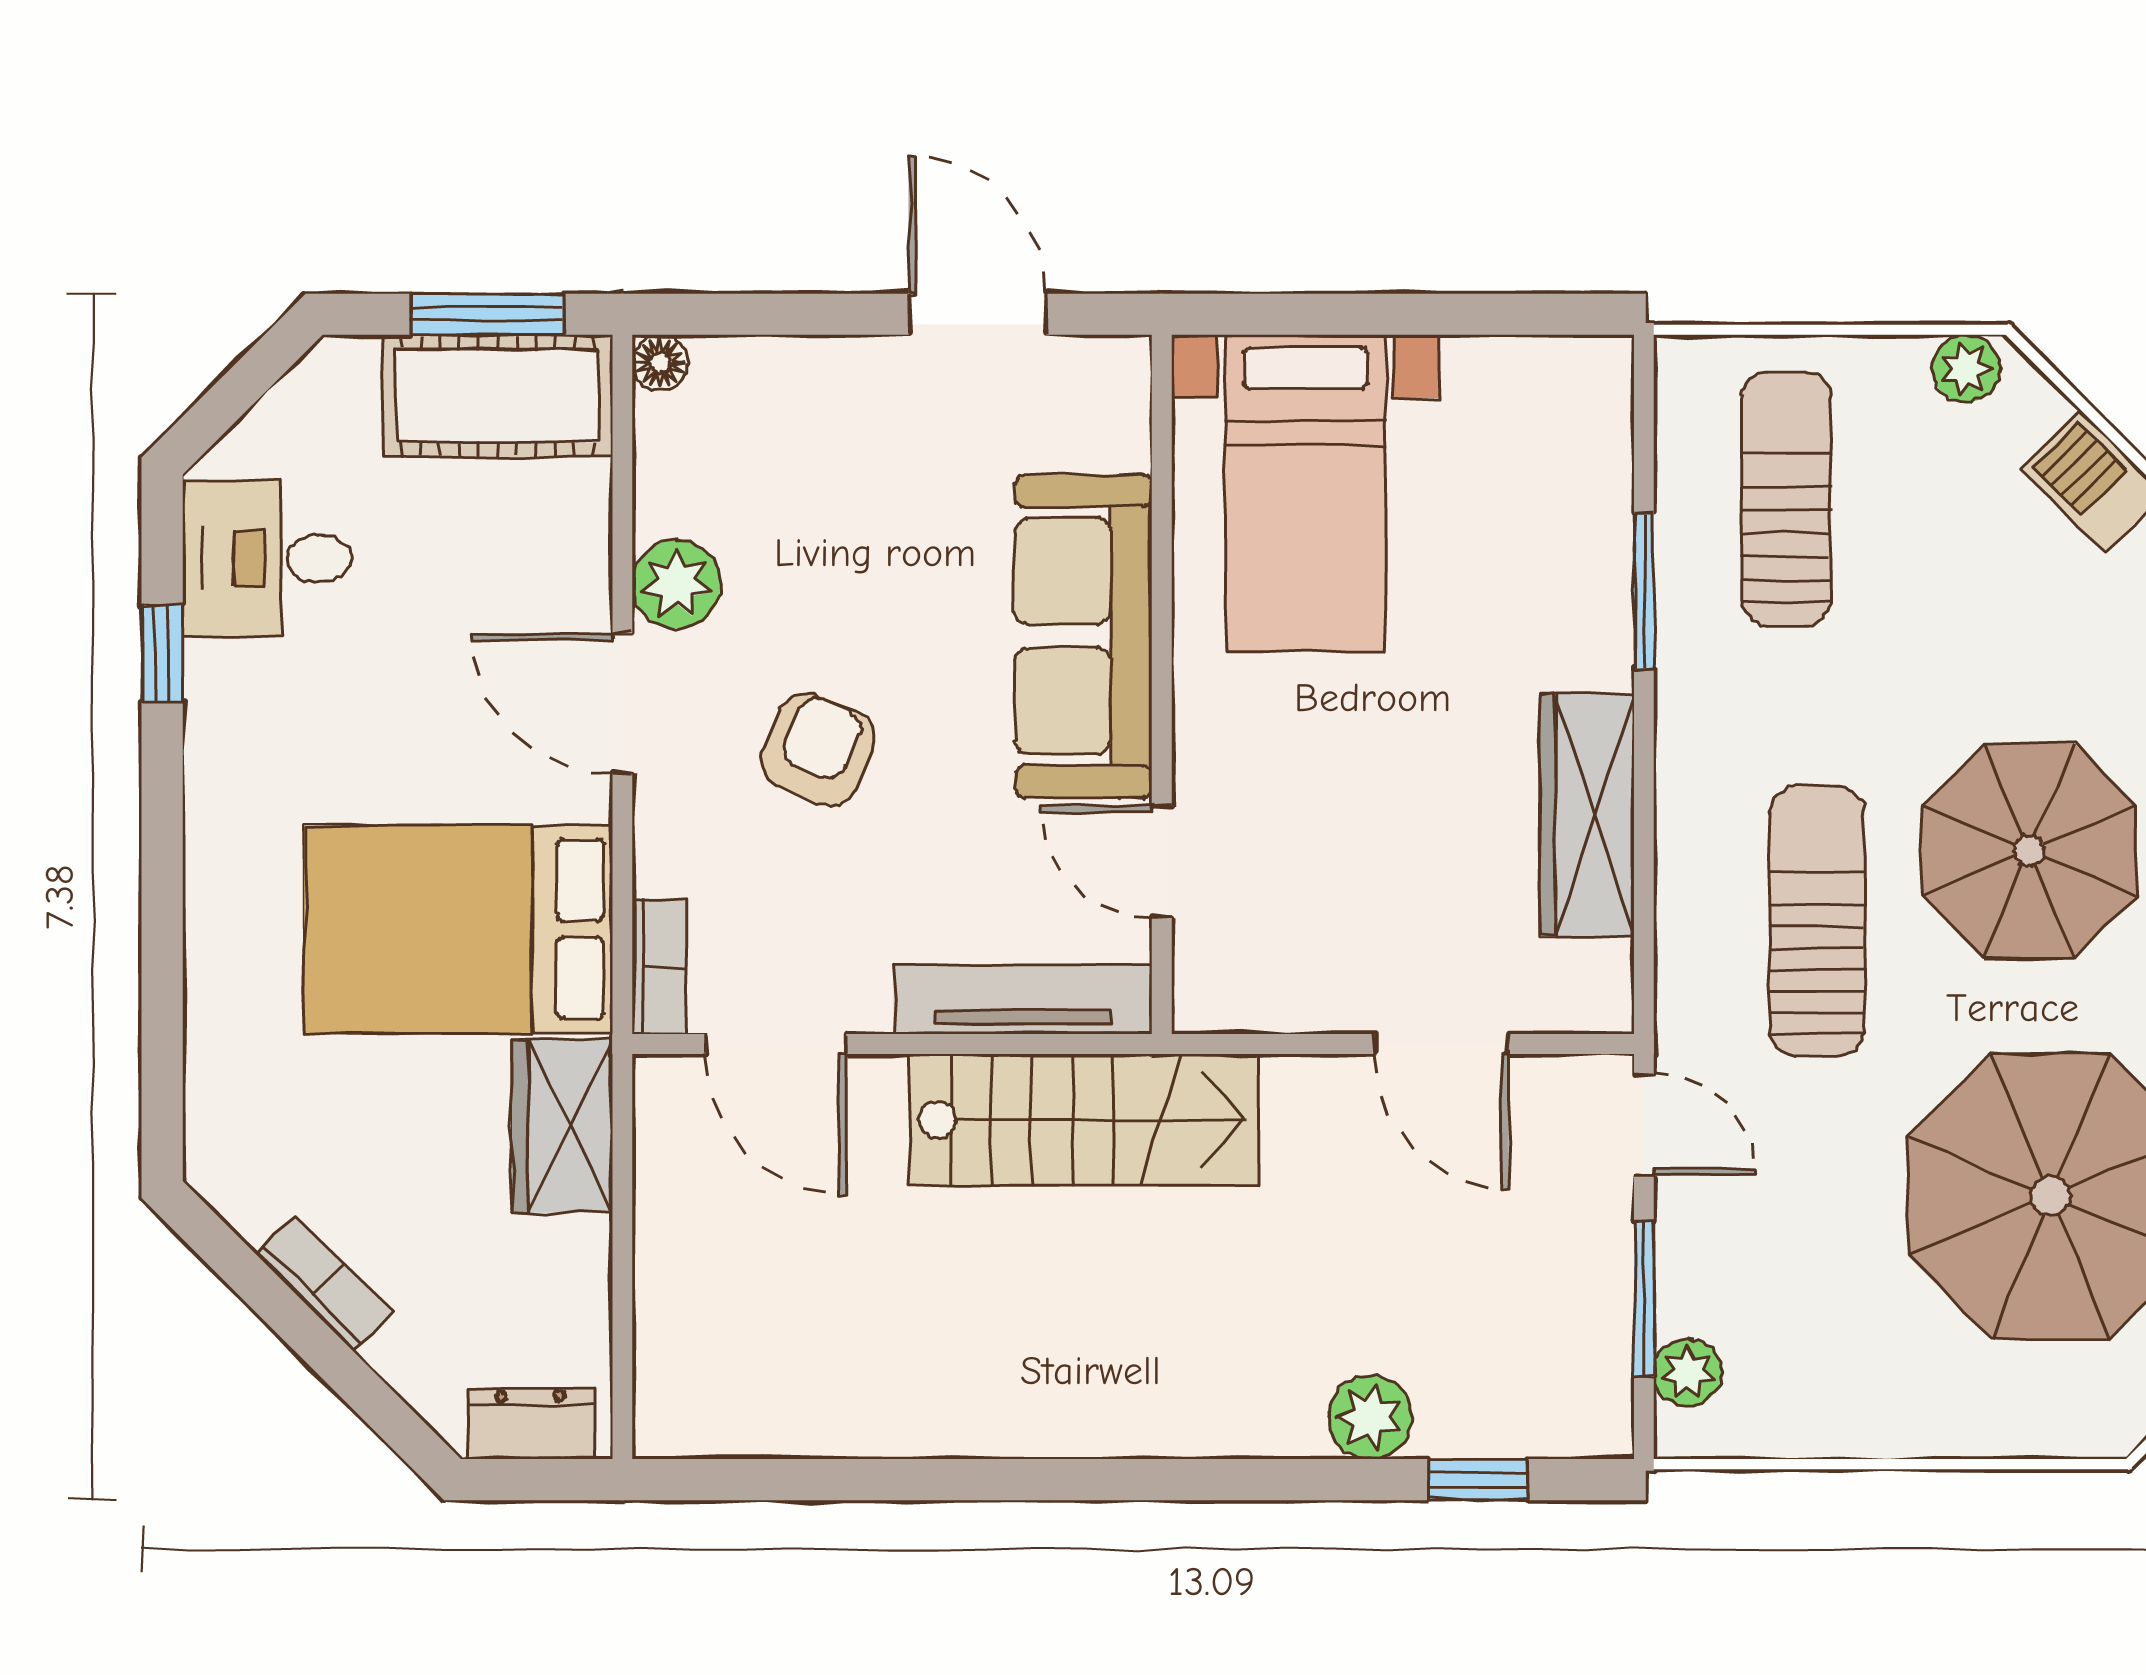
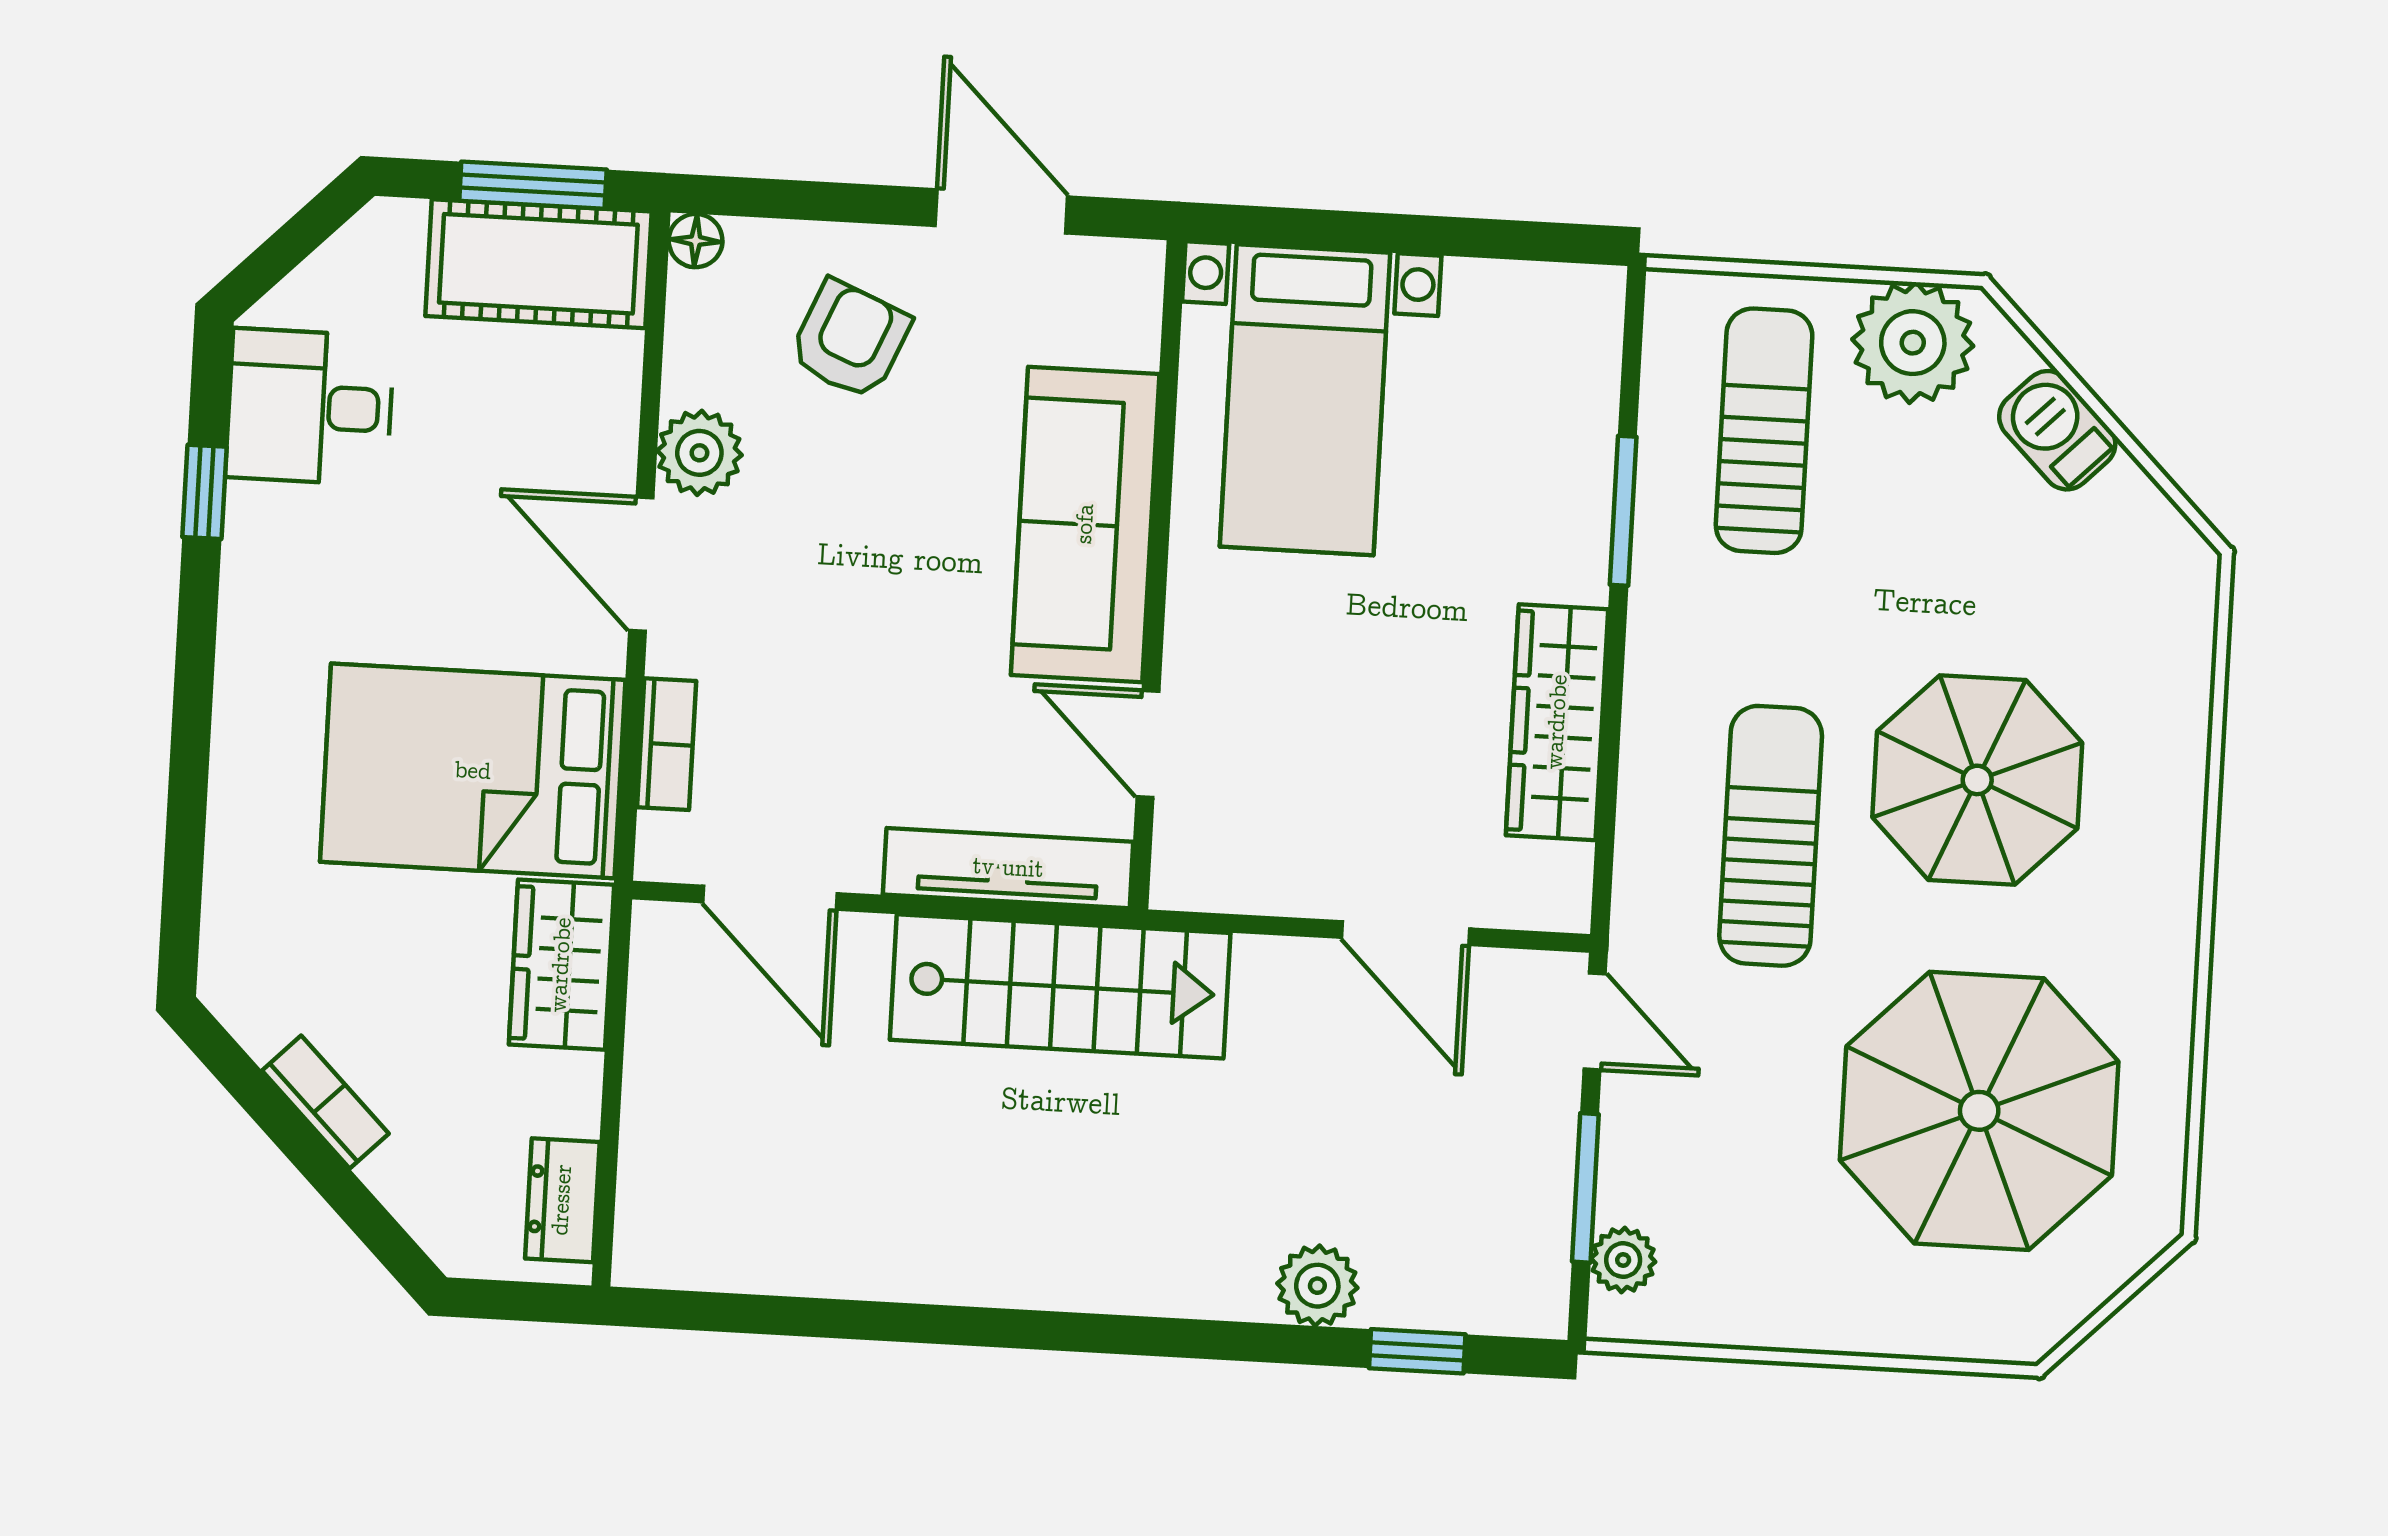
plant: (1966, 368) -> (1913, 343), width x1.88, depth x1.88
armchair: (817, 749) -> (850, 340), moved
bookcase: (659, 967) -> (667, 744), moved
dresser: (530, 1424) -> (562, 1200), moved, turned -90

